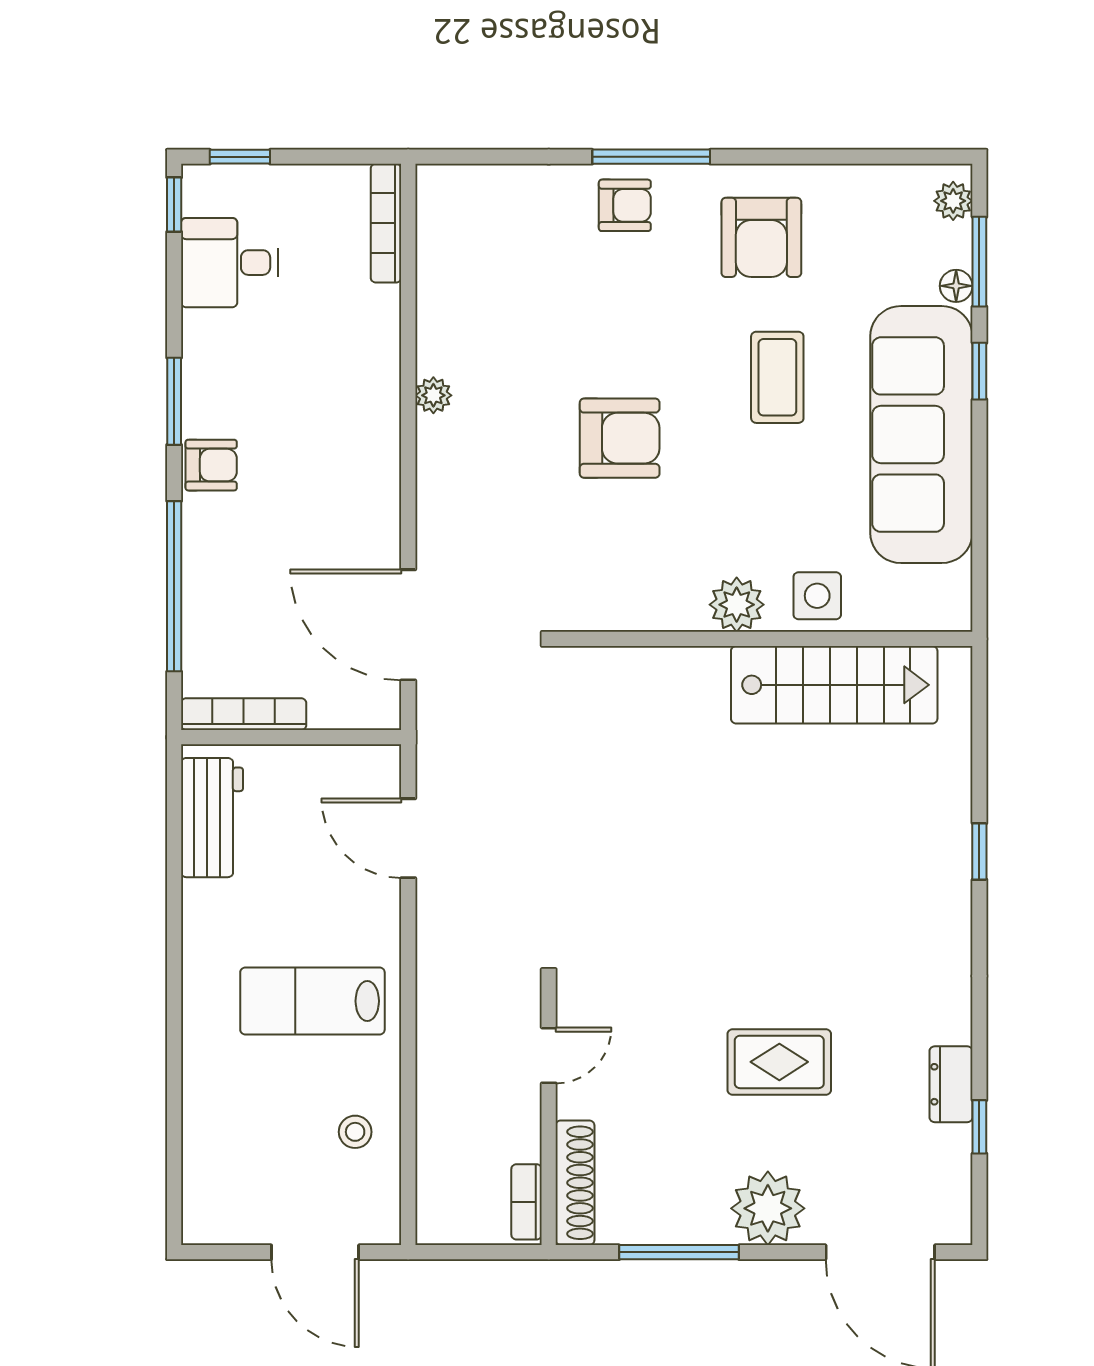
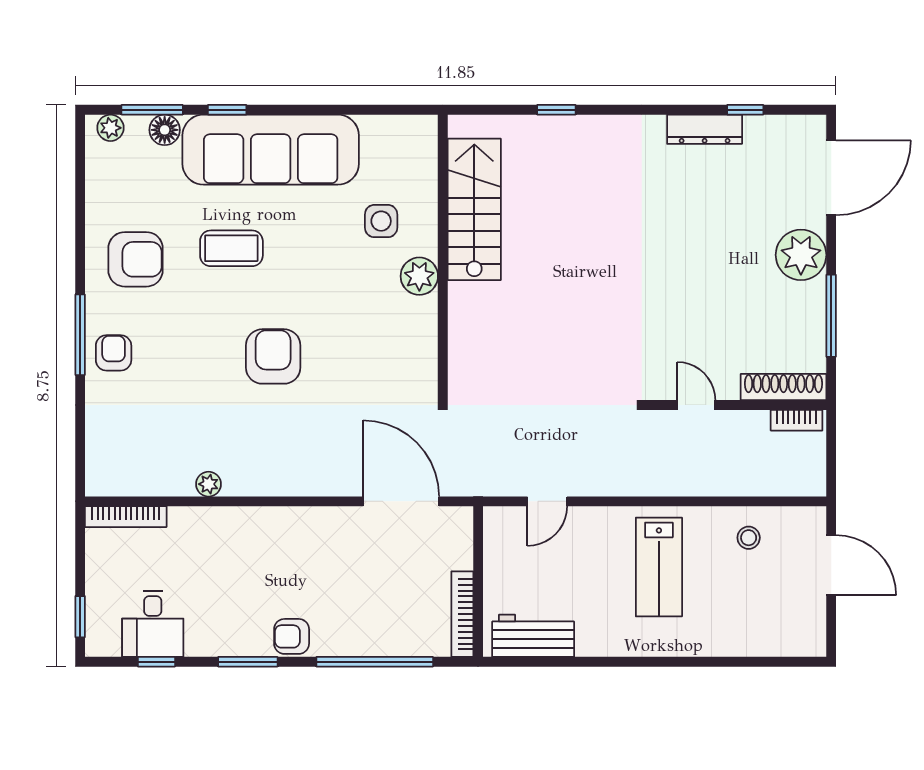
window: (174, 205) -> (156, 662), moved
floor lamp: (956, 286) -> (165, 130), width x1.37, depth x1.37
plant: (433, 395) -> (209, 484), moved
armchair: (211, 465) -> (292, 636), turned -90
plant: (737, 605) -> (419, 276), moved
door: (408, 625) -> (401, 501), swing flipped
wall: (764, 639) -> (443, 257), moved
stairs: (834, 685) -> (474, 209), moved
door: (408, 838) -> (547, 501), width x0.73
rug: (779, 1062) -> (701, 247), removed
dresser: (951, 1084) -> (705, 129), width x1.44
door: (315, 1252) -> (831, 565), hinge flipped

